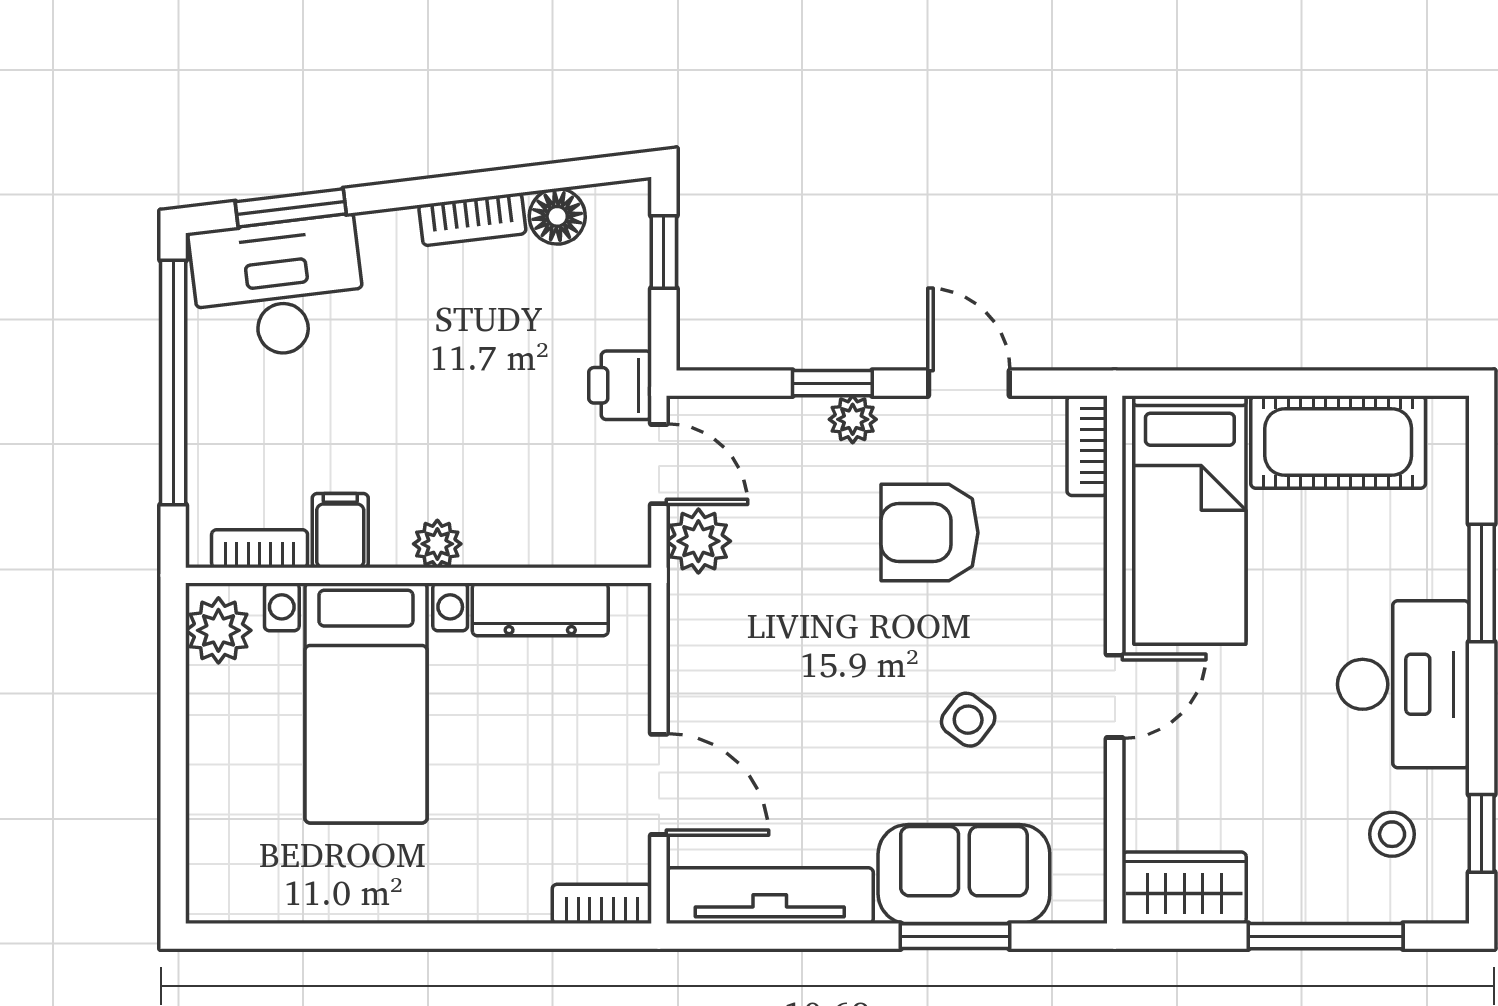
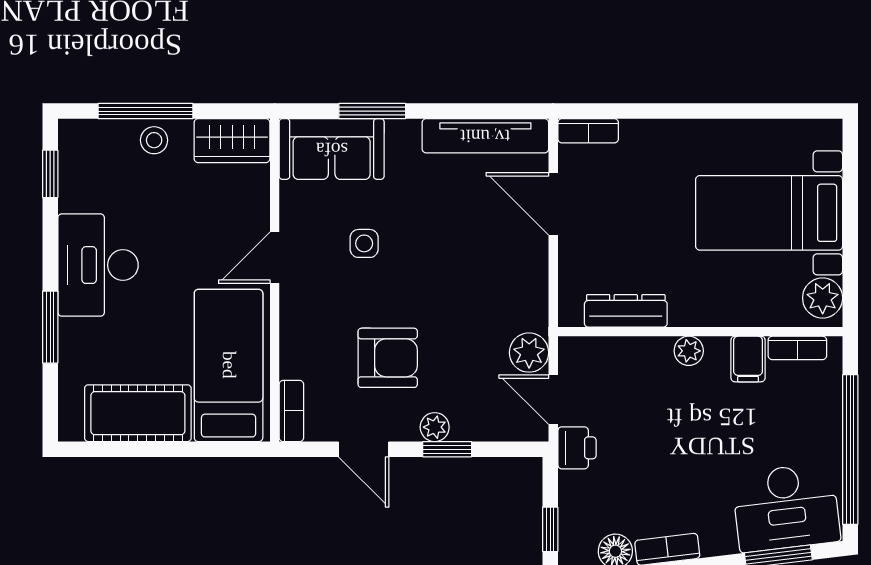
bed with nightstands: (366, 703) -> (769, 213), moved, turned -90
side table: (968, 720) -> (364, 243), turned -37
stool: (1392, 834) -> (154, 140), moved
sofa: (964, 874) -> (332, 149), moved

